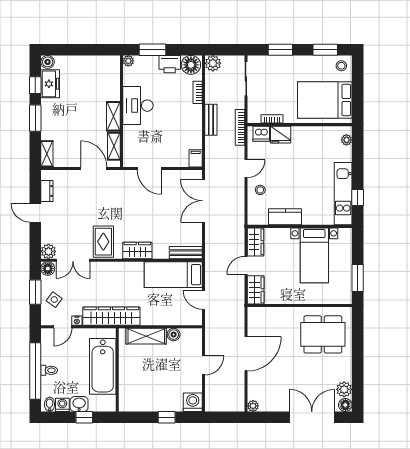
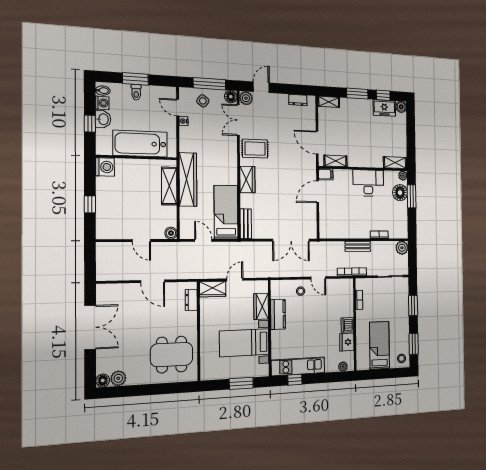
printer: (170, 64) -> (401, 211), removed
floor lamp: (191, 65) -> (400, 193), moved
bed: (325, 100) -> (379, 345), width x0.67
shelving: (113, 116) -> (395, 163), moved
dishwasher: (261, 134) -> (347, 325), moved
fridge: (281, 135) -> (347, 342), moved
filing cabinet: (196, 158) -> (326, 174), moved
door: (94, 168) -> (317, 143), swing flipped
double door: (204, 201) -> (291, 240), swing flipped
door: (35, 213) -> (261, 87), moved
wardrobe: (256, 242) -> (261, 306), moved, turned 90
door: (246, 265) -> (235, 280), hinge flipped
window: (358, 278) -> (241, 383), moved
window: (35, 292) -> (209, 84), width x1.44
door: (204, 300) -> (203, 240), hinge flipped
dresser: (266, 313) -> (191, 300), added
wardrobe: (111, 316) -> (188, 180), moved
dining table: (323, 334) -> (172, 355), turned 90
boiler: (174, 335) -> (171, 233), moved
door: (246, 354) -> (153, 281), width x0.73
window: (35, 371) -> (135, 79), width x0.47
washing machine: (193, 402) -> (105, 167), moved
plant: (253, 406) -> (102, 289), removed
double door: (312, 417) -> (90, 327), moved

